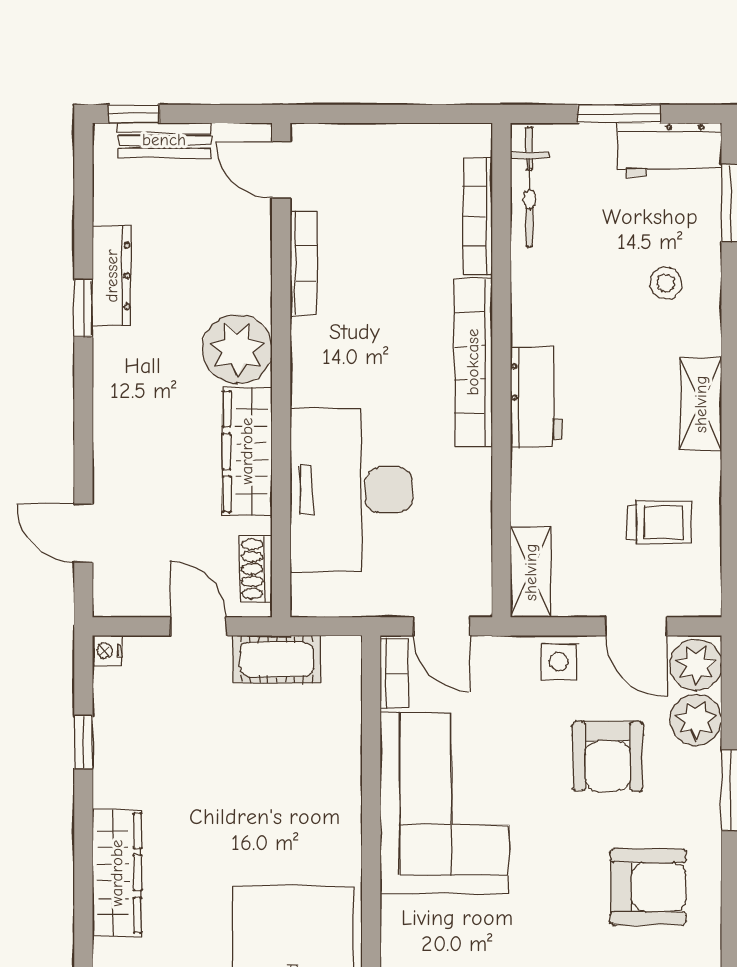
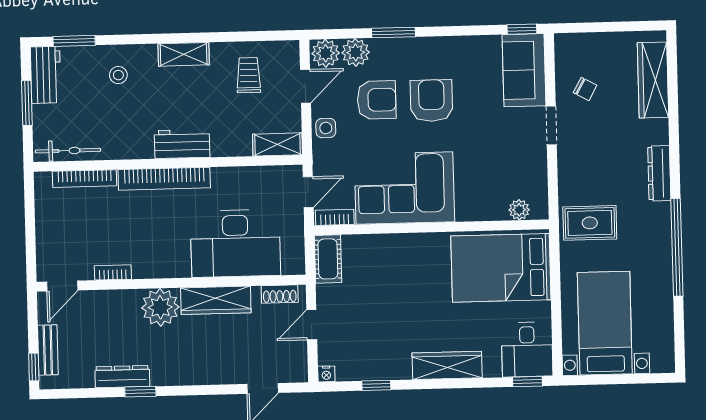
bookcase: (304, 264) -> (113, 272), width x0.64
cot: (277, 659) -> (328, 259), moved
armchair: (648, 887) -> (431, 101), moved

